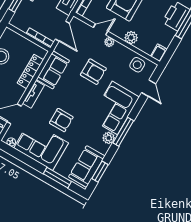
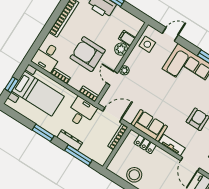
filing cabinet: (159, 53) -> (127, 38), moved
locker: (30, 71) -> (145, 144), width x0.66
armchair: (93, 72) -> (152, 87), removed

